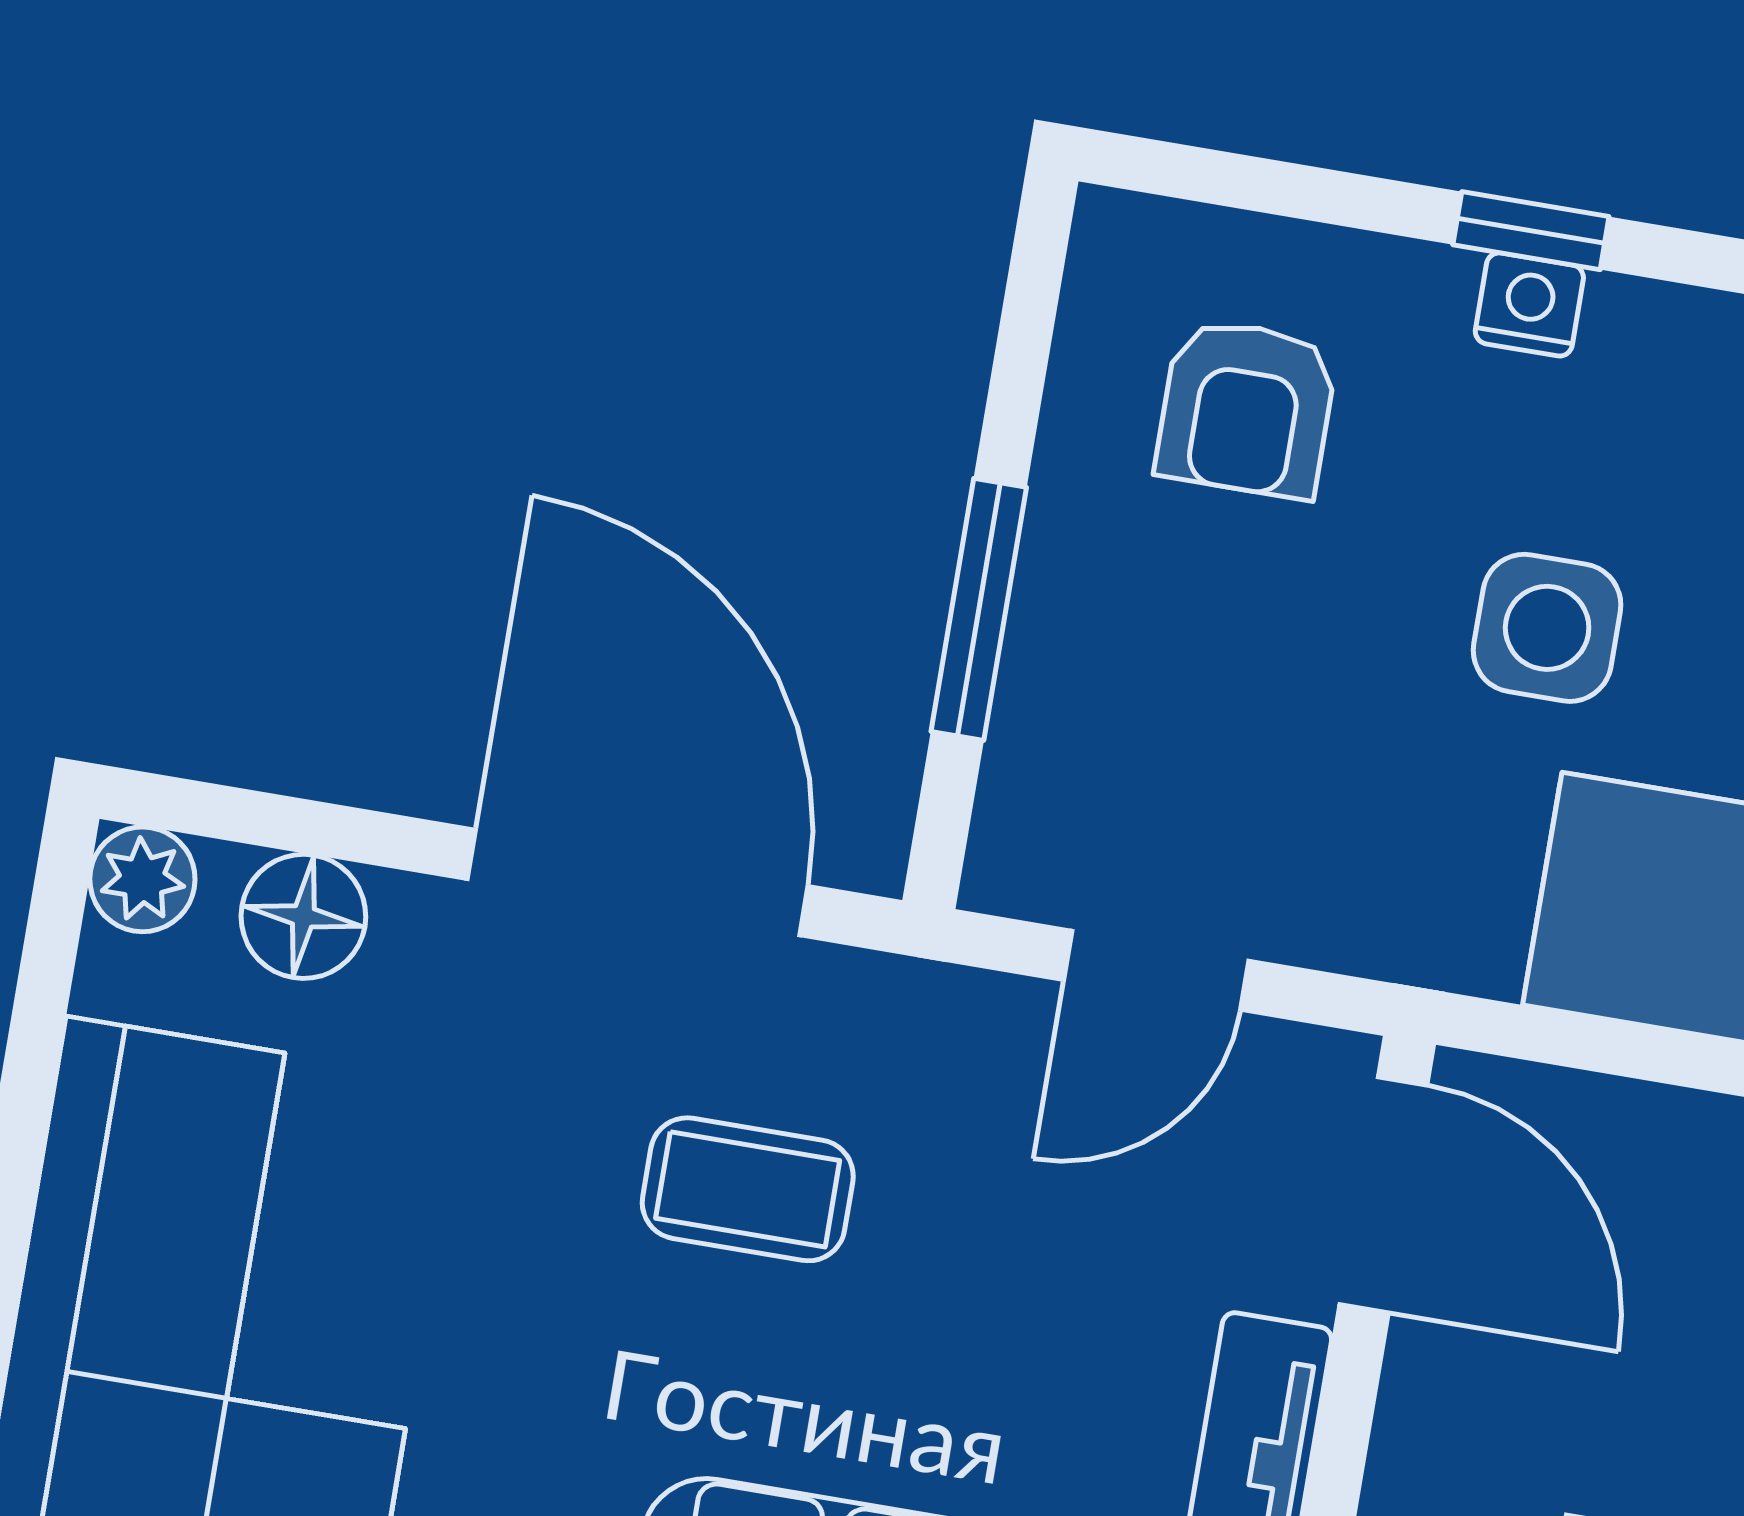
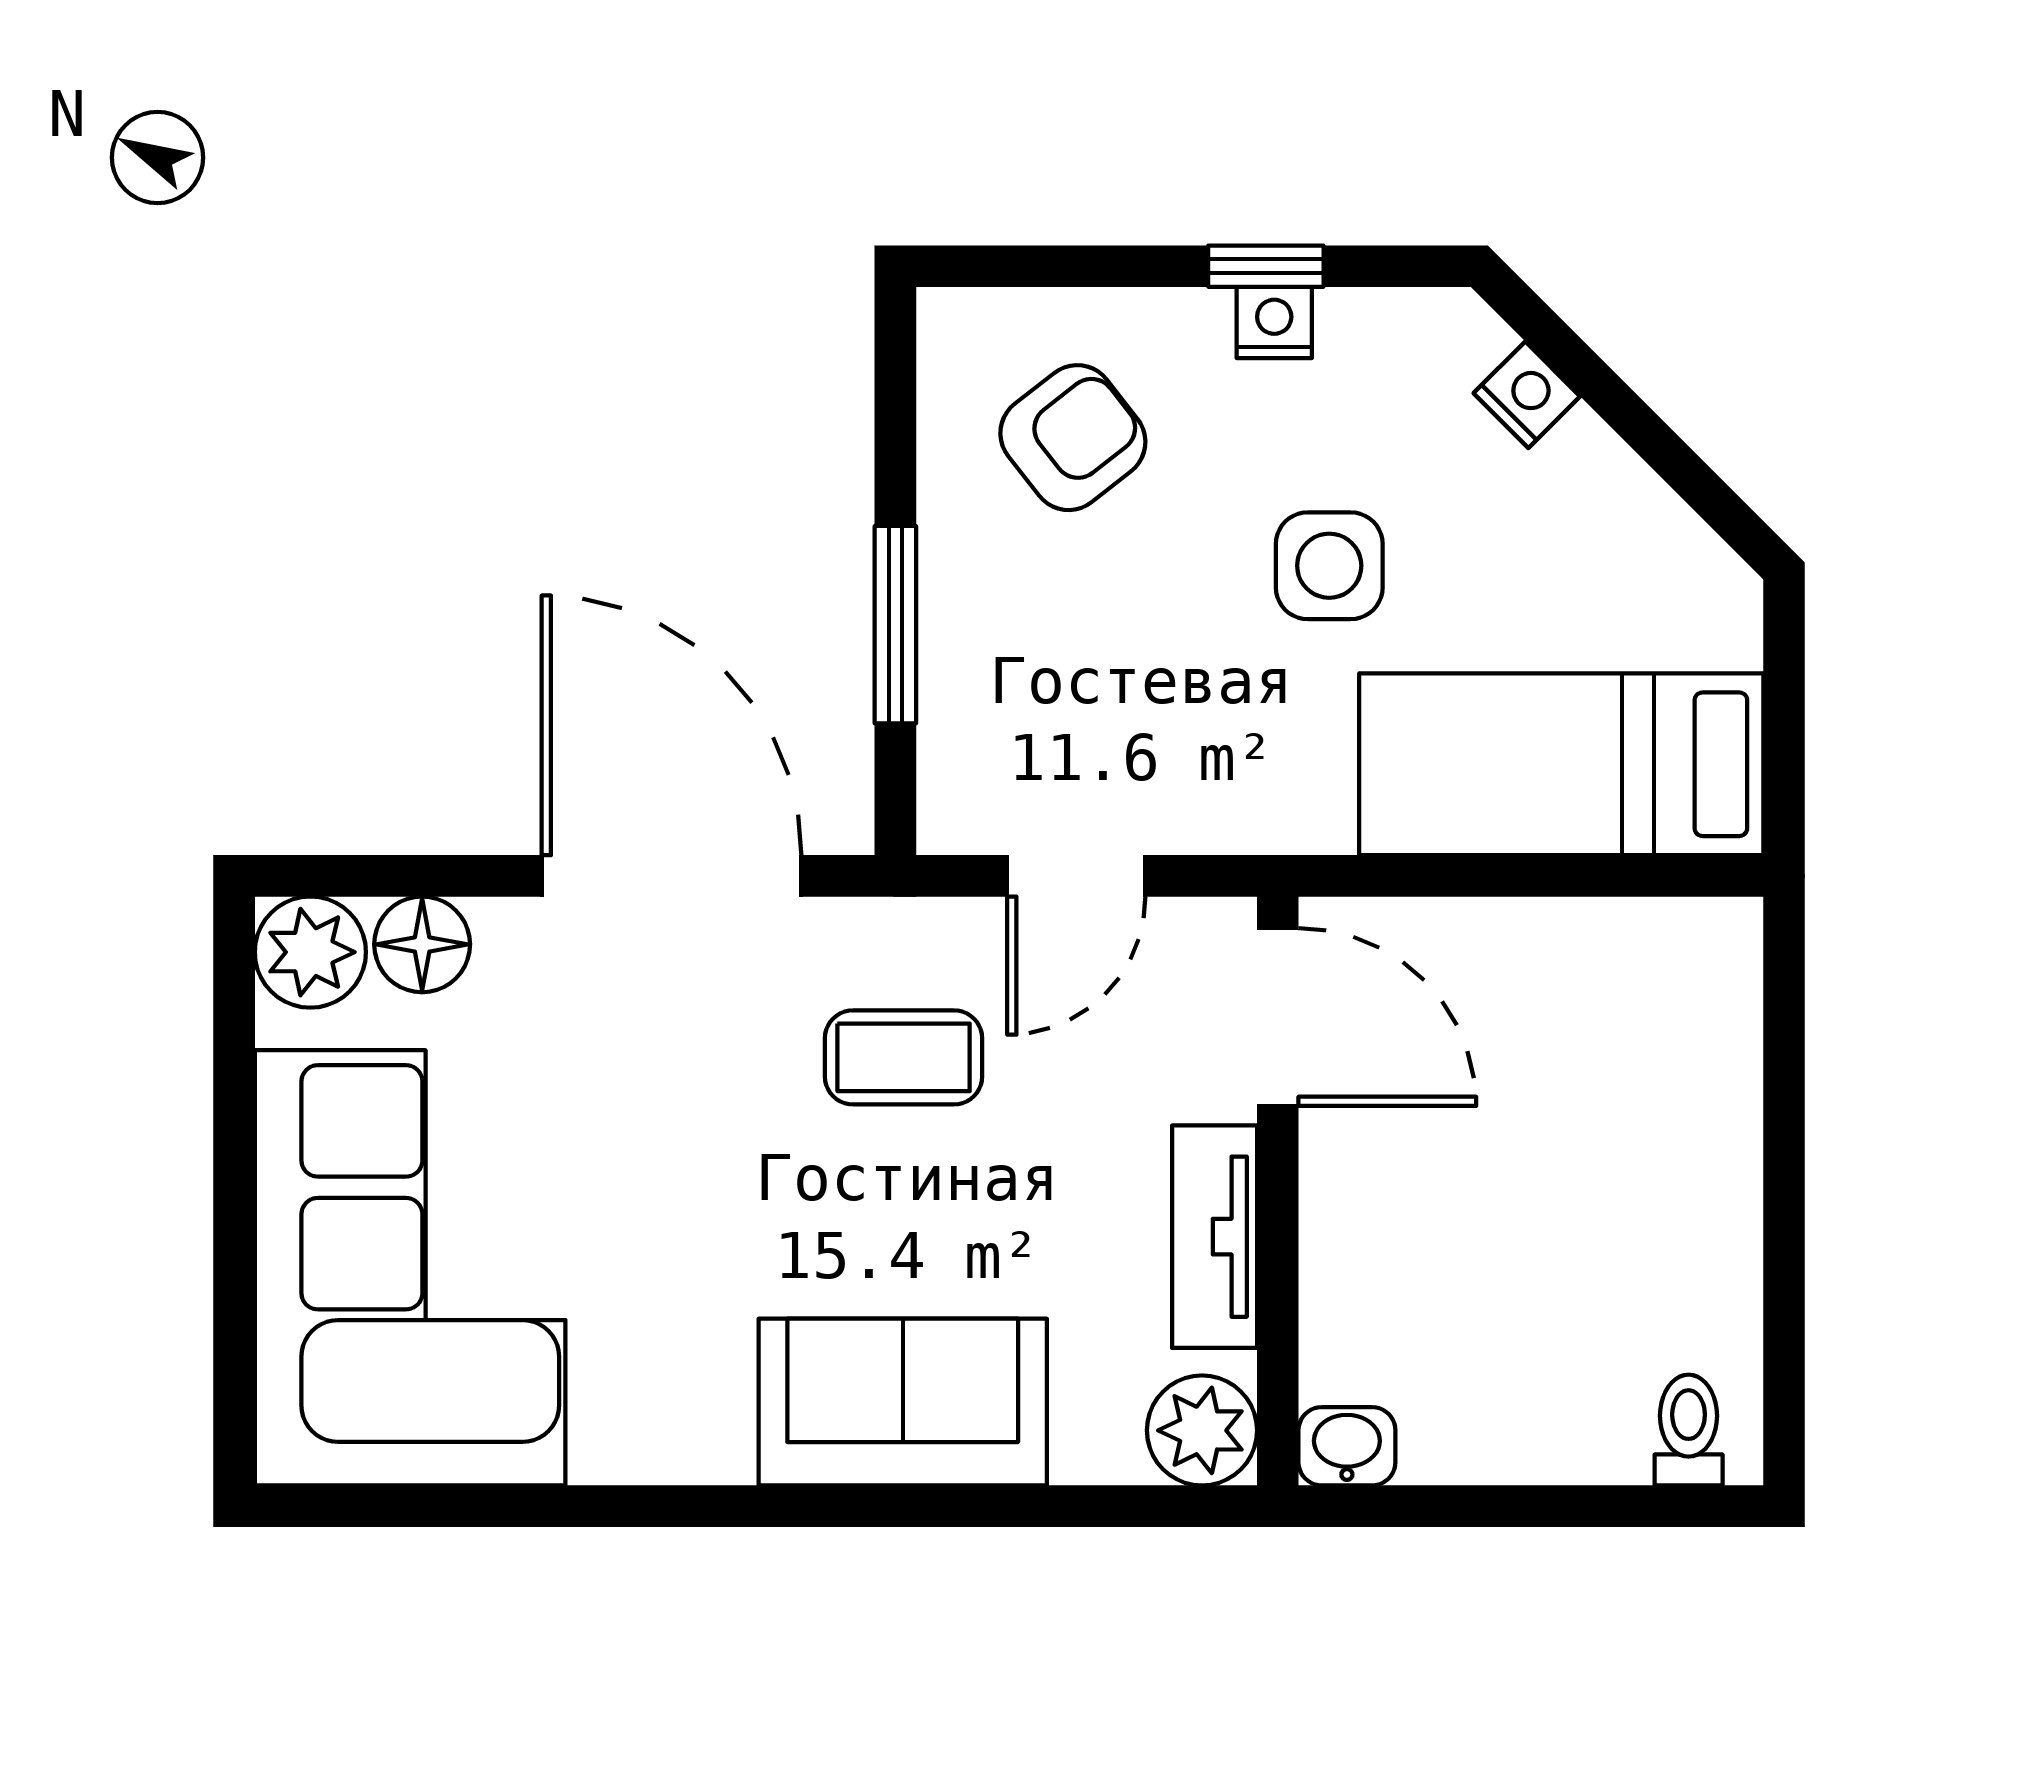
armchair: (1247, 408) -> (1073, 438), turned -128
plant: (142, 879) -> (310, 952), width x1.38, depth x1.38
coffee table: (748, 1189) -> (904, 1057), moved

